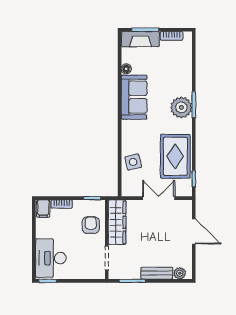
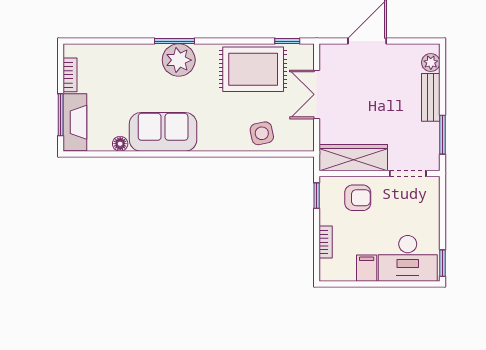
filing cabinet: (43, 209) -> (367, 268), moved, turned -90
armchair: (91, 225) -> (358, 198), turned 180

